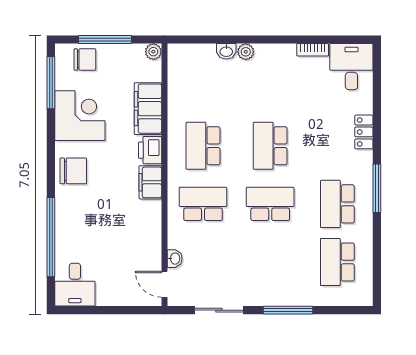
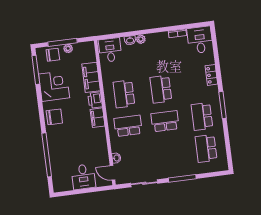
plant: (153, 52) -> (68, 48), moved
desk: (189, 64) -> (110, 50), added
desk: (75, 285) -> (83, 177), moved

